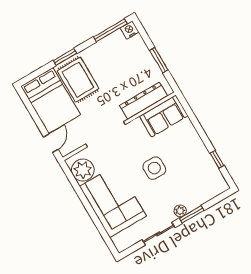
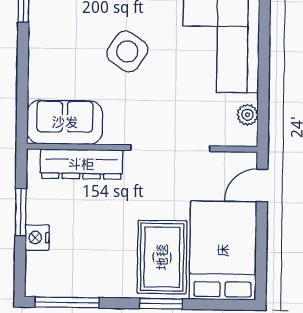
nightstand: (129, 30) -> (37, 238), moved, turned 90
side table: (154, 168) -> (127, 51), turned 34
plant: (83, 170) -> (248, 115), width x0.53, depth x0.53

